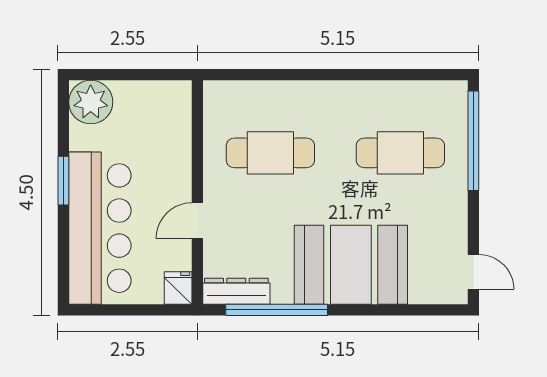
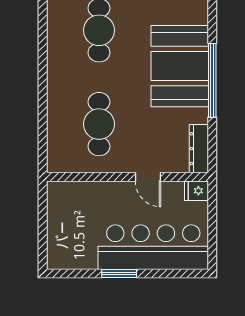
plant: (91, 102) -> (62, 254), removed
window: (277, 310) -> (212, 80), moved

